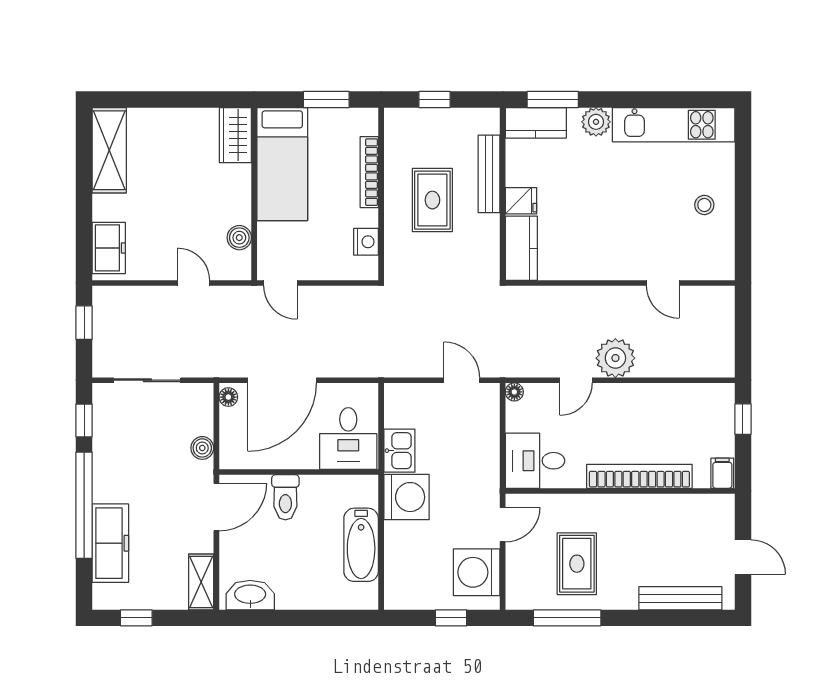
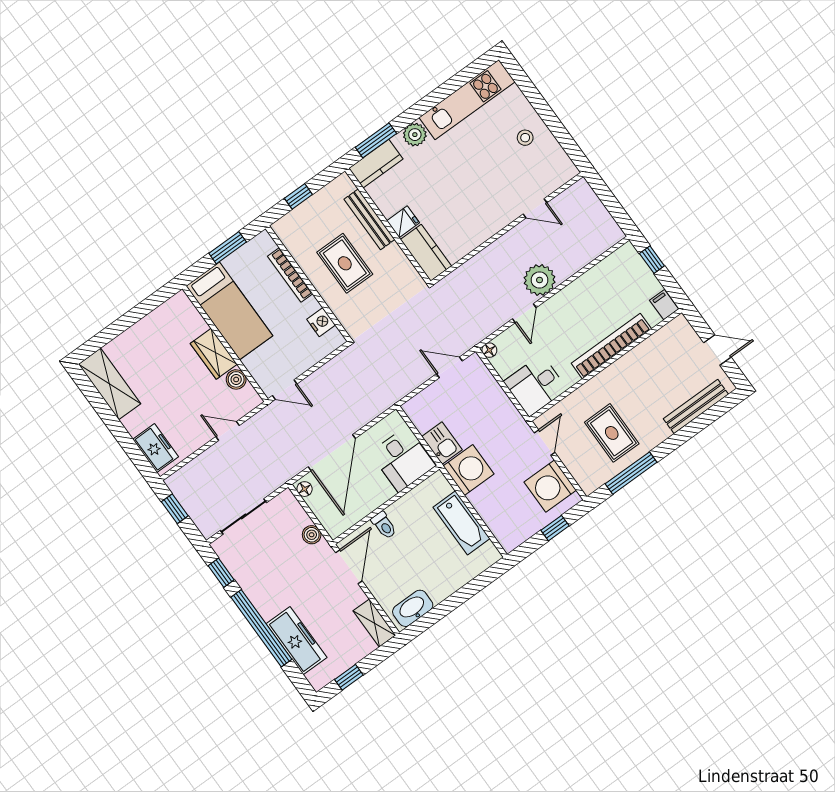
wardrobe: (235, 135) -> (214, 354), moved
toilet: (285, 497) -> (384, 525), width x0.73, depth x0.72

